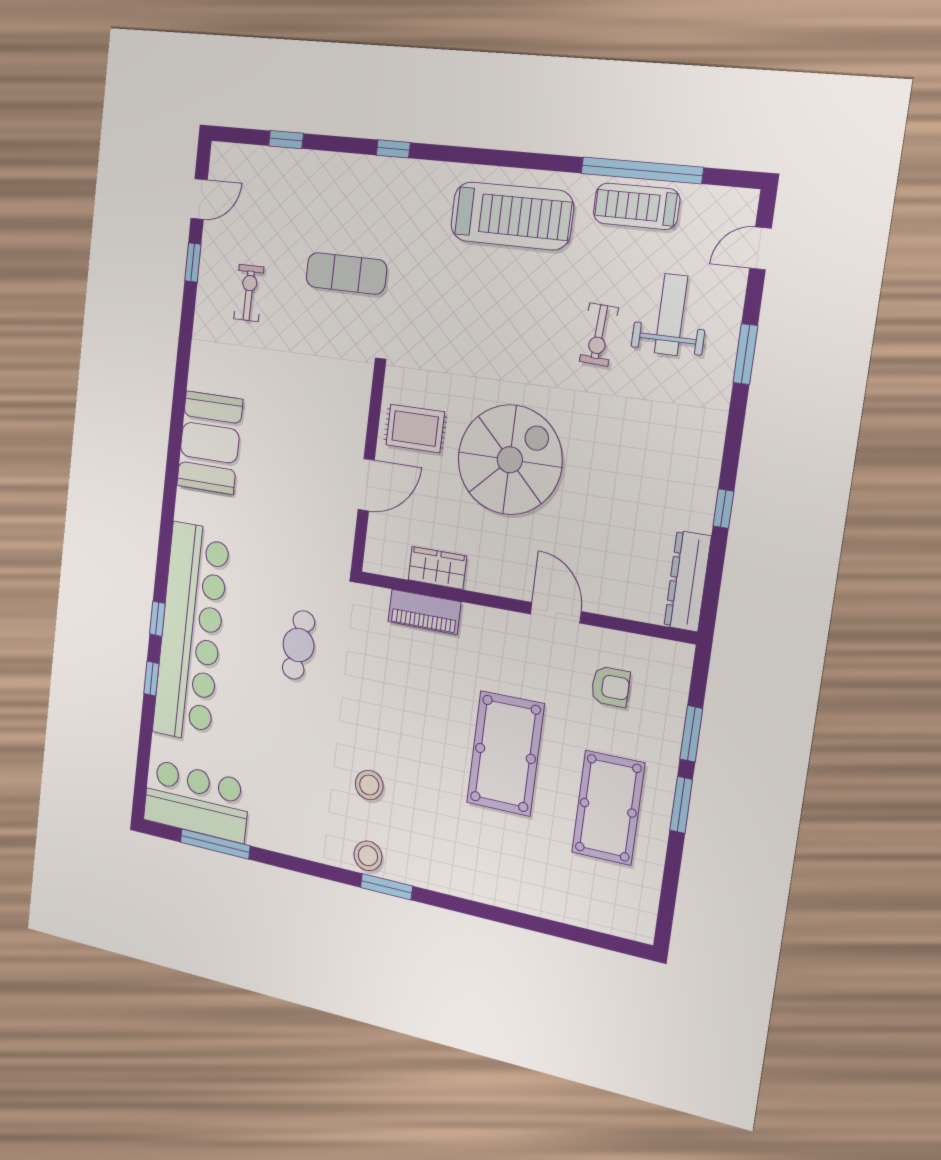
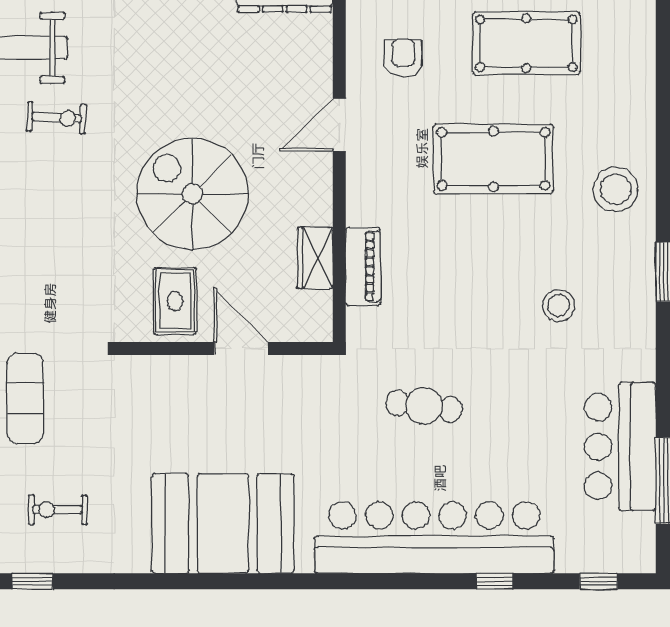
booth: (210, 443) -> (223, 523), width x1.36, depth x1.42
window: (157, 619) -> (599, 581), moved
bar counter: (196, 801) -> (620, 447), moved
stool: (368, 856) -> (616, 189), moved, width x1.38, depth x1.38

